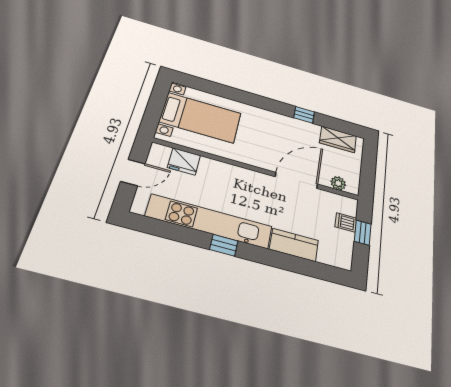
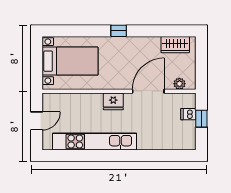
window: (304, 115) -> (119, 31), moved
fridge: (184, 161) -> (113, 101), moved
window: (224, 245) -> (107, 156), removed
kitchen counter: (294, 245) -> (154, 142), removed

